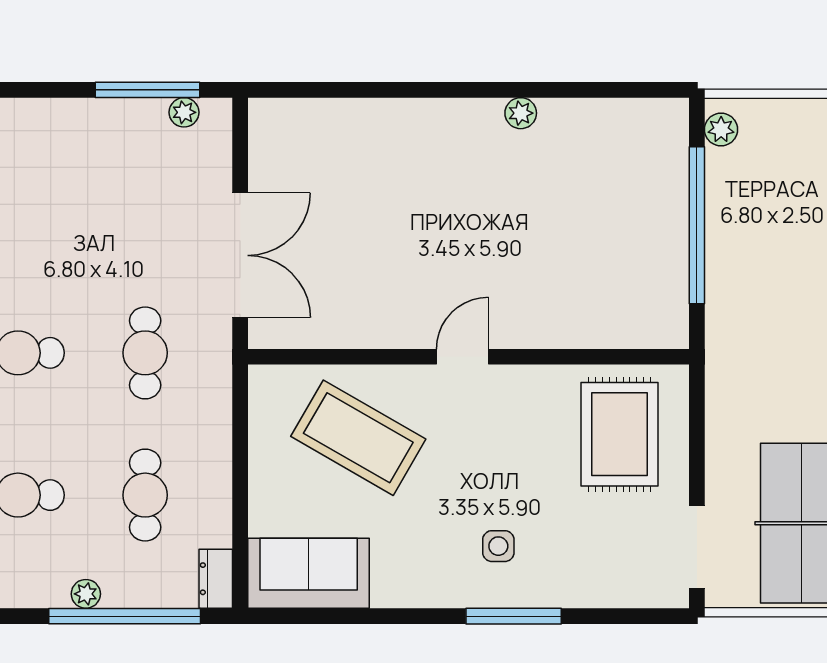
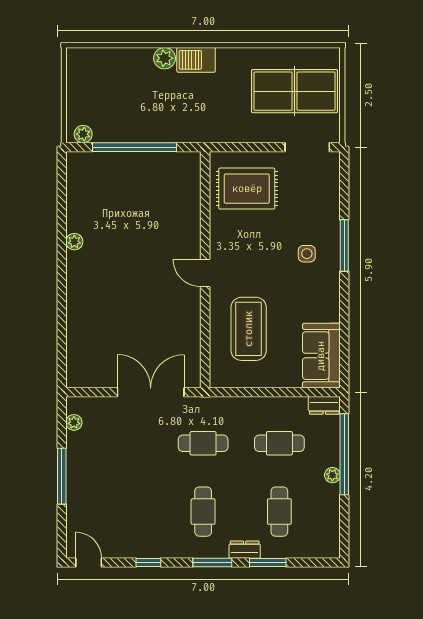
window: (147, 90) -> (62, 476), moved
coffee table: (358, 438) -> (249, 329), turned -30

